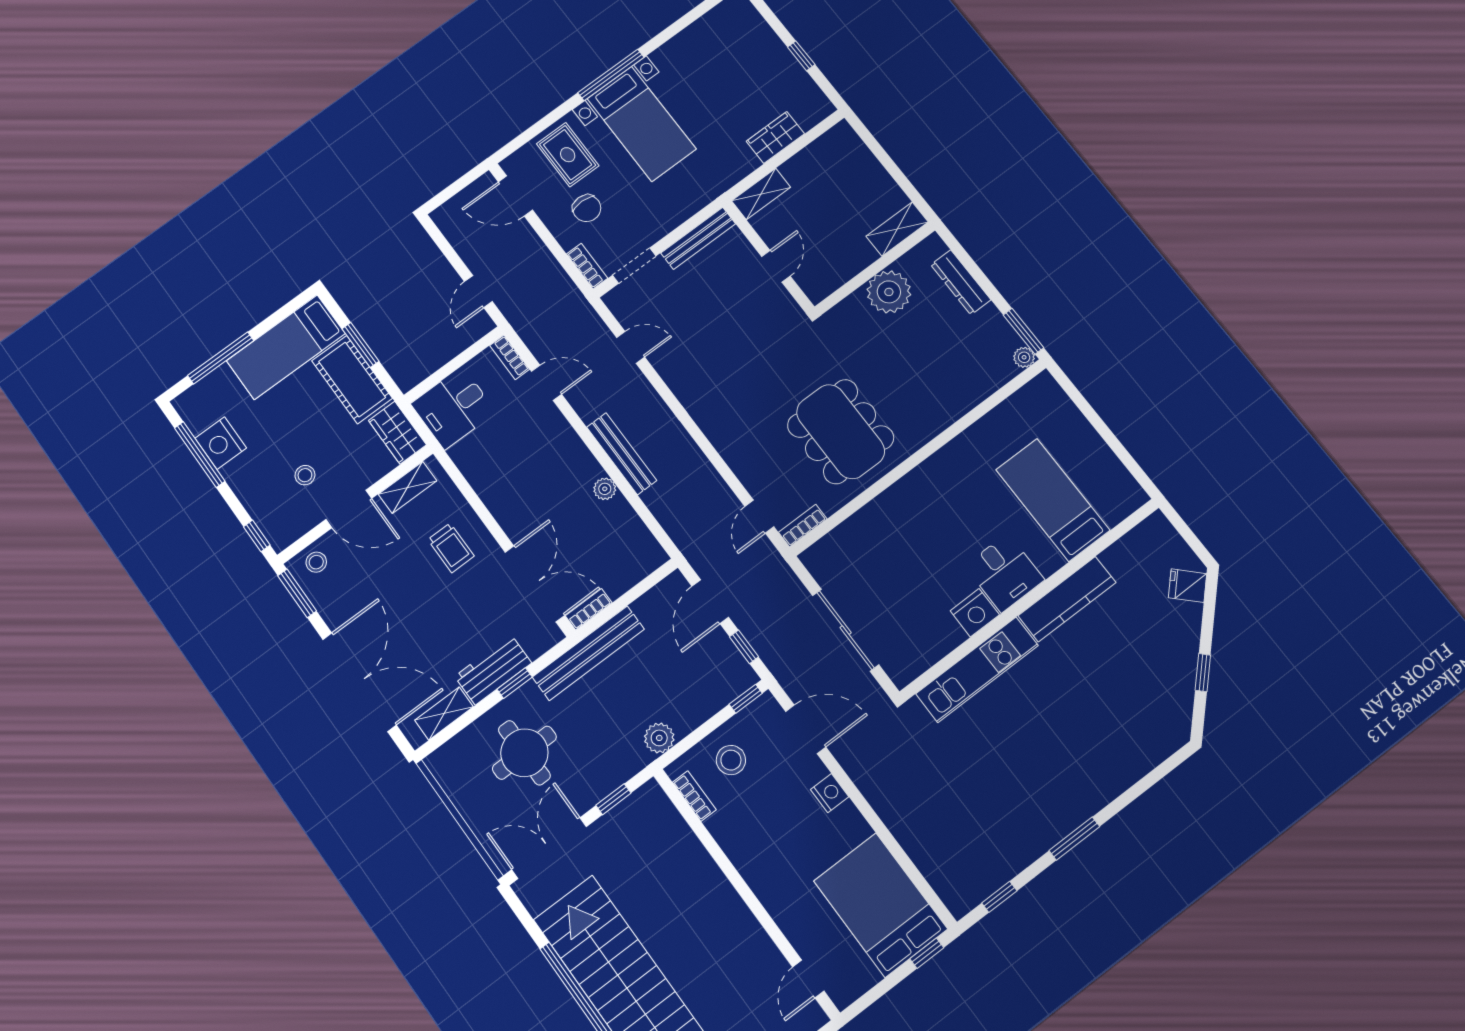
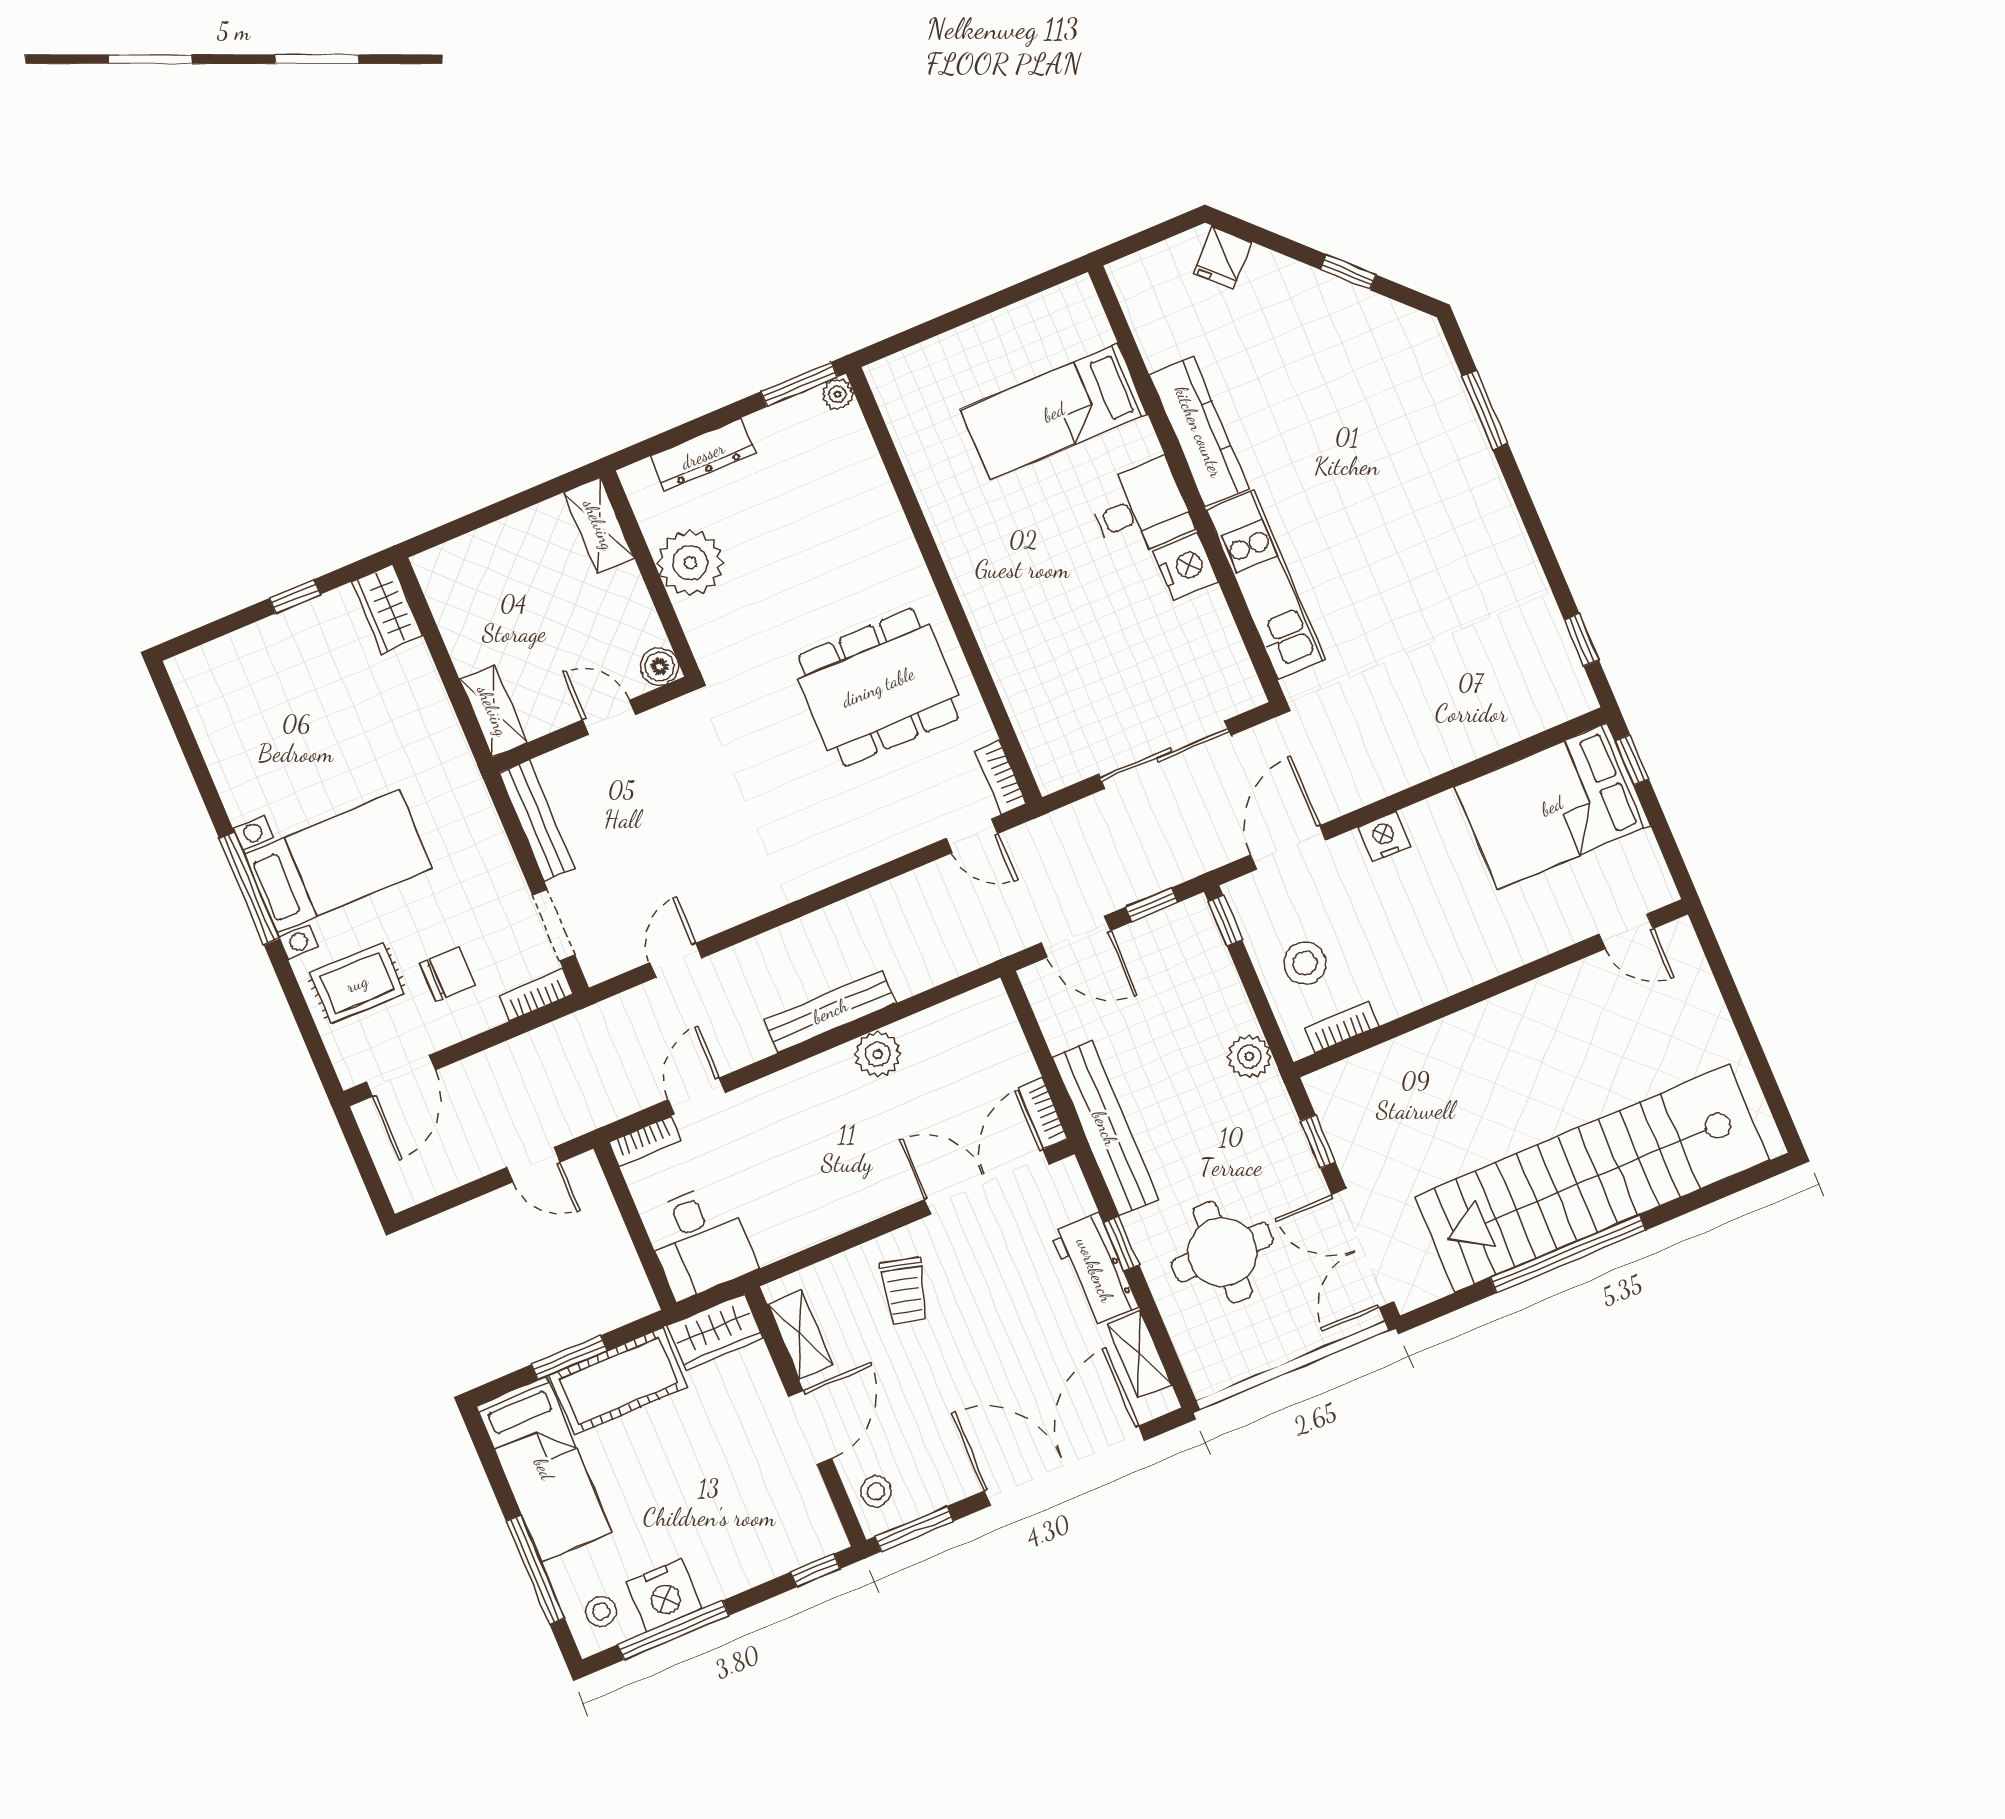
wardrobe: (775, 138) -> (387, 609), moved
boiler: (817, 289) -> (659, 667), added
stool: (305, 475) -> (601, 1611), moved
plant: (605, 489) -> (878, 1054), width x1.38, depth x1.38
trolley: (451, 548) -> (904, 1291), turned 104
window: (1074, 839) -> (1485, 410), moved

